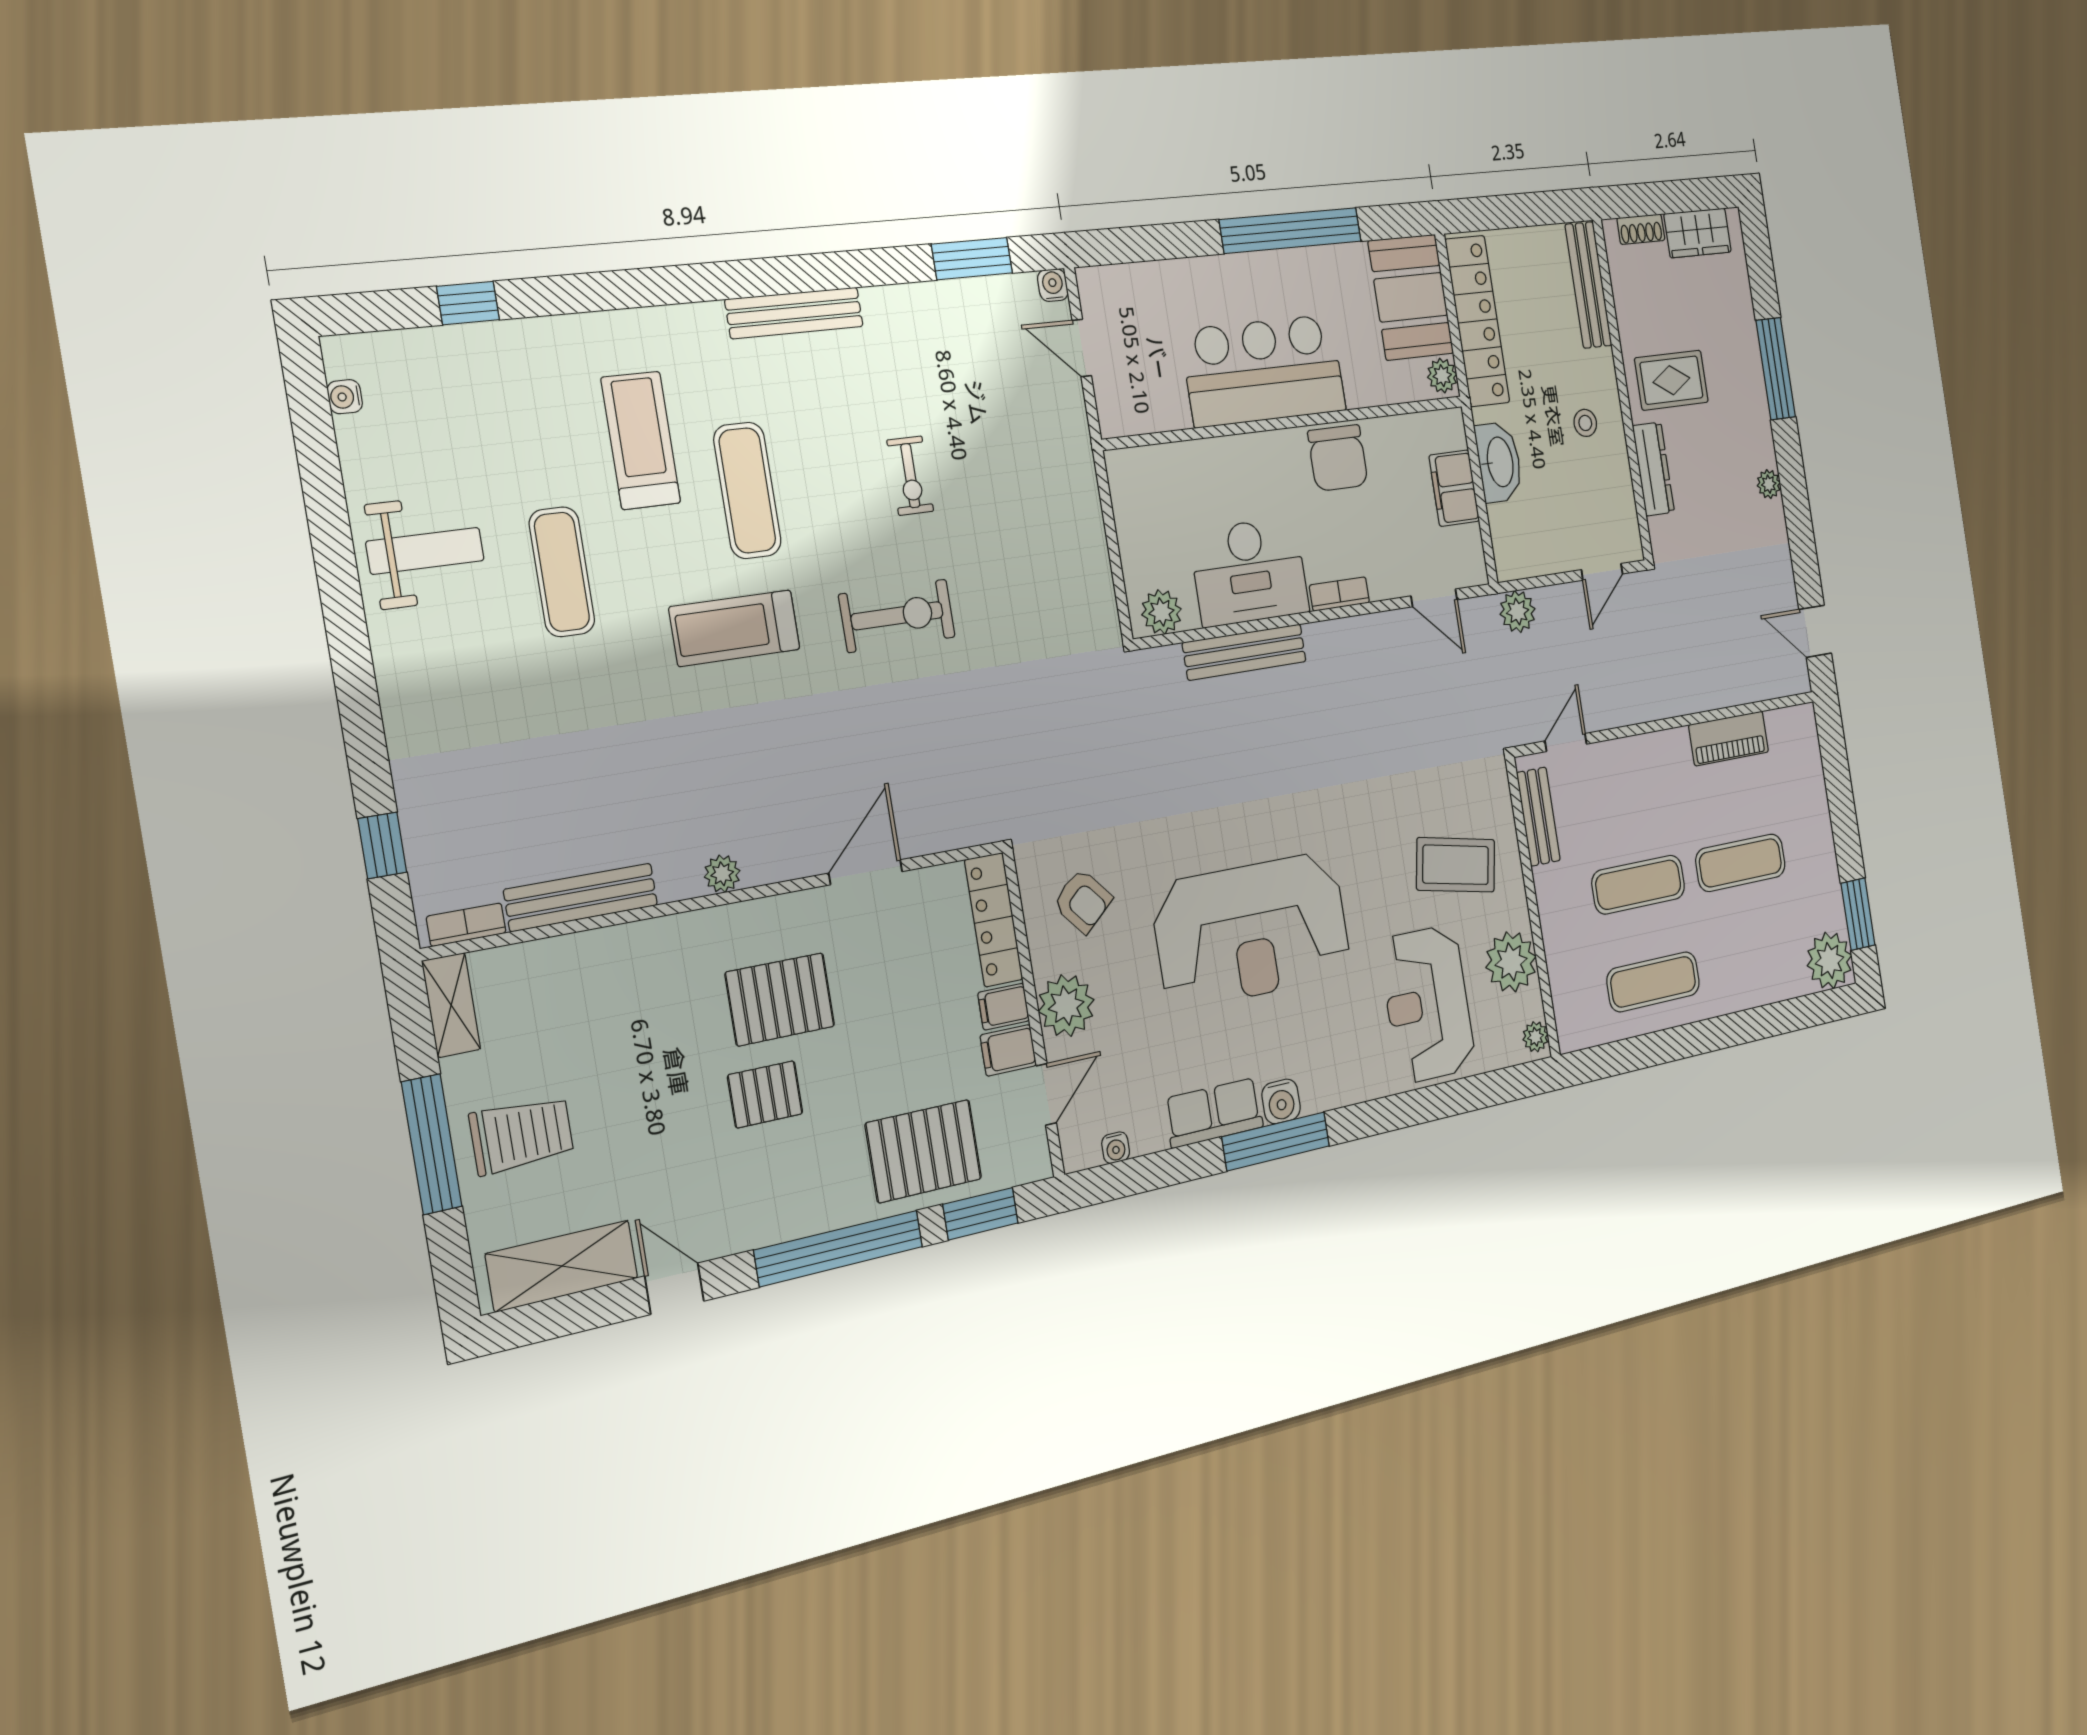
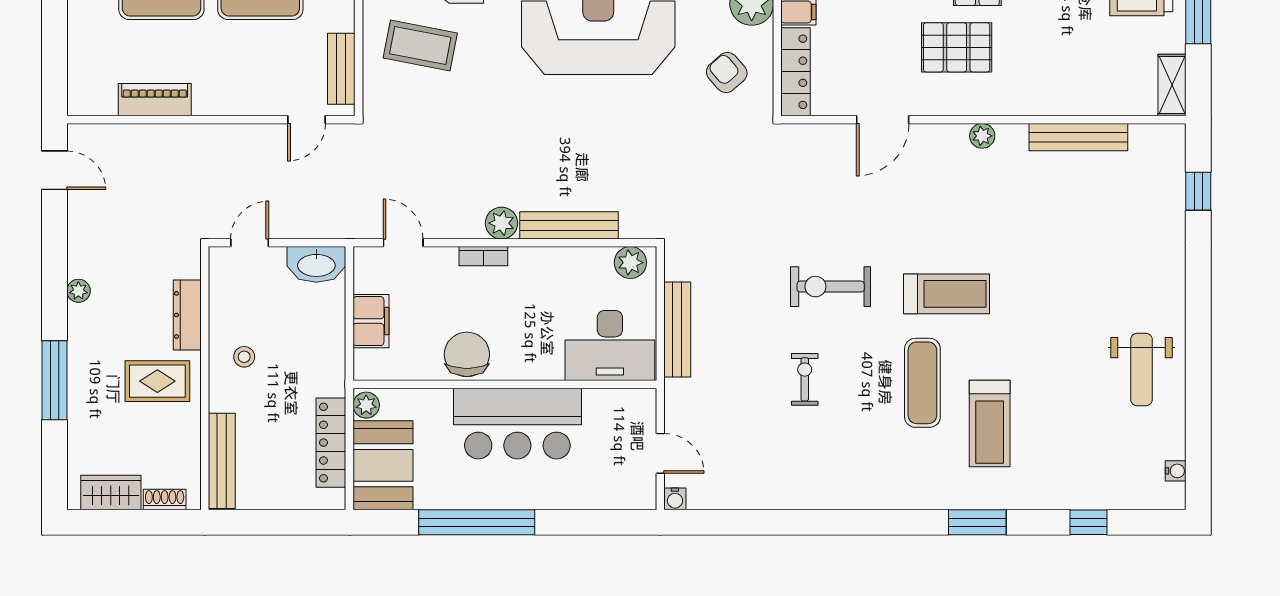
window: (972, 259) -> (977, 522), moved
bench: (794, 313) -> (677, 330), moved, turned 90
locker: (1477, 321) -> (331, 443), width x0.71, depth x0.83
washbasin: (1499, 462) -> (316, 264), moved, turned -90
weight bench: (425, 551) -> (1141, 370), turned -90
exercise mat: (562, 572) -> (1056, 345), removed
desk: (1249, 572) -> (610, 345), moved, turned 180
plant: (1518, 612) -> (501, 223), moved
bookcase: (466, 925) -> (1154, 133), removed

